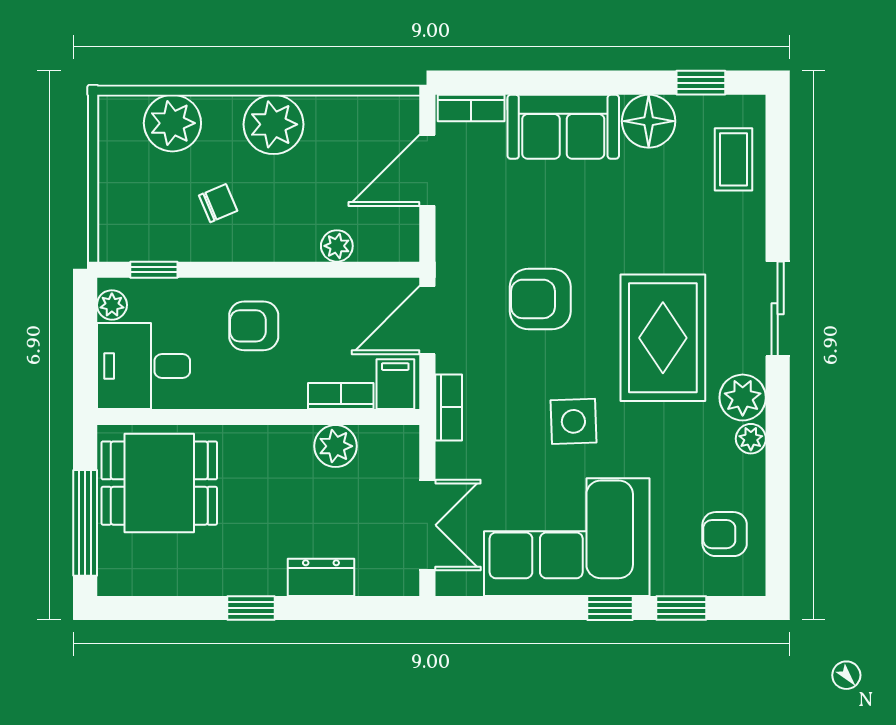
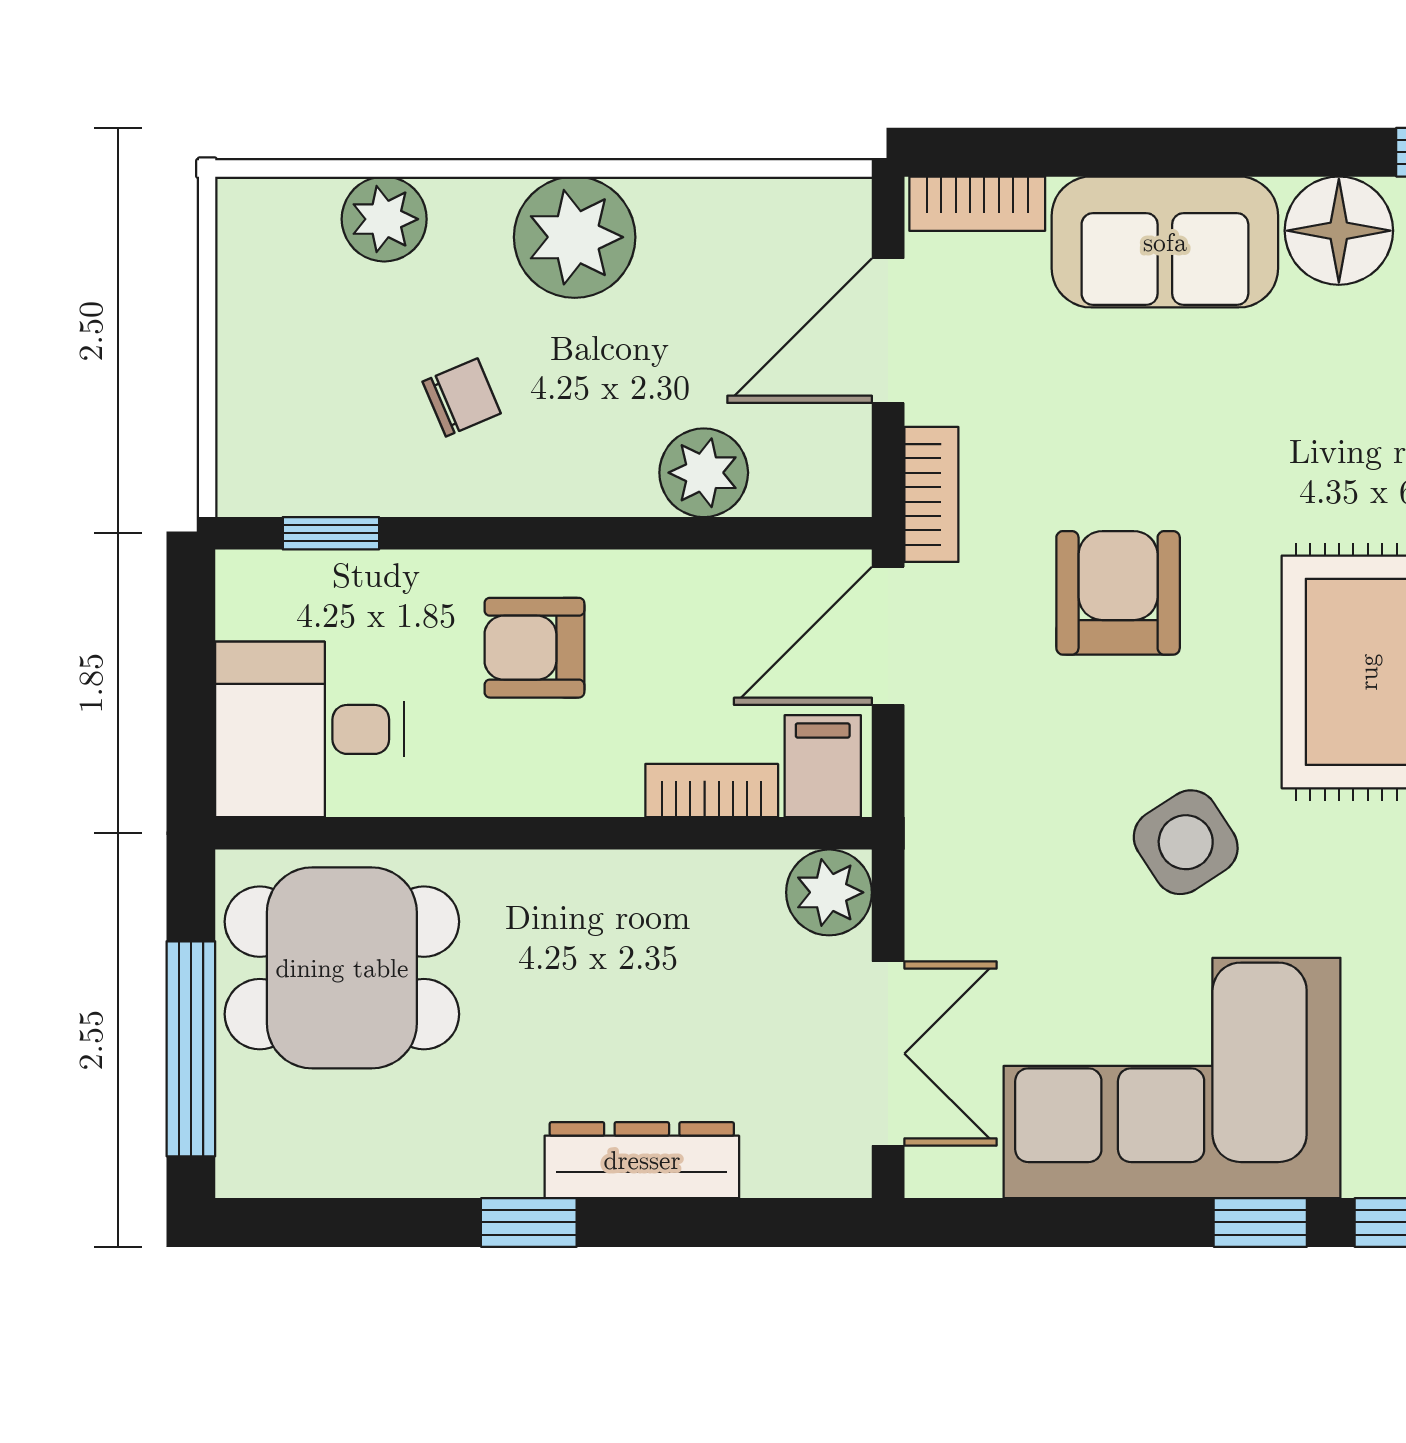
plant: (172, 123) -> (384, 219), width x0.73, depth x0.73
plant: (337, 246) -> (704, 473), width x1.38, depth x1.38
armchair: (540, 299) -> (1118, 593), turned 90
plant: (112, 305) -> (245, 605), removed
bookcase: (449, 407) -> (931, 494), moved
side table: (573, 421) -> (1186, 842), turned -31
plant: (336, 446) -> (829, 892), moved
dresser: (321, 577) -> (642, 1160), width x1.44

